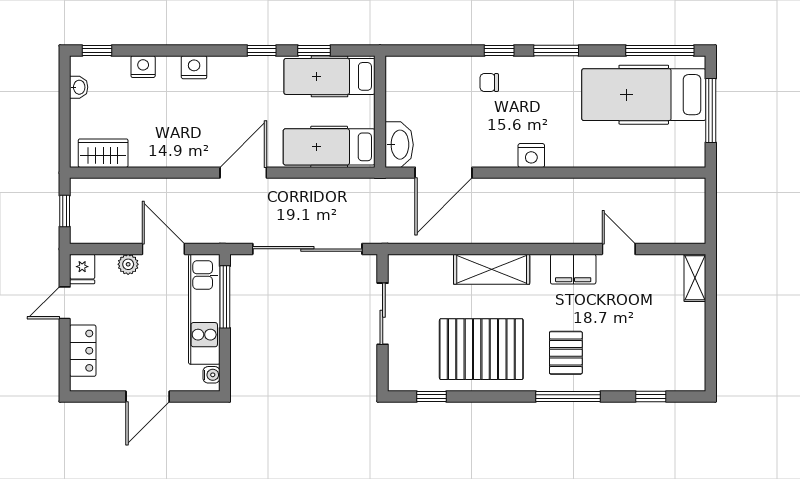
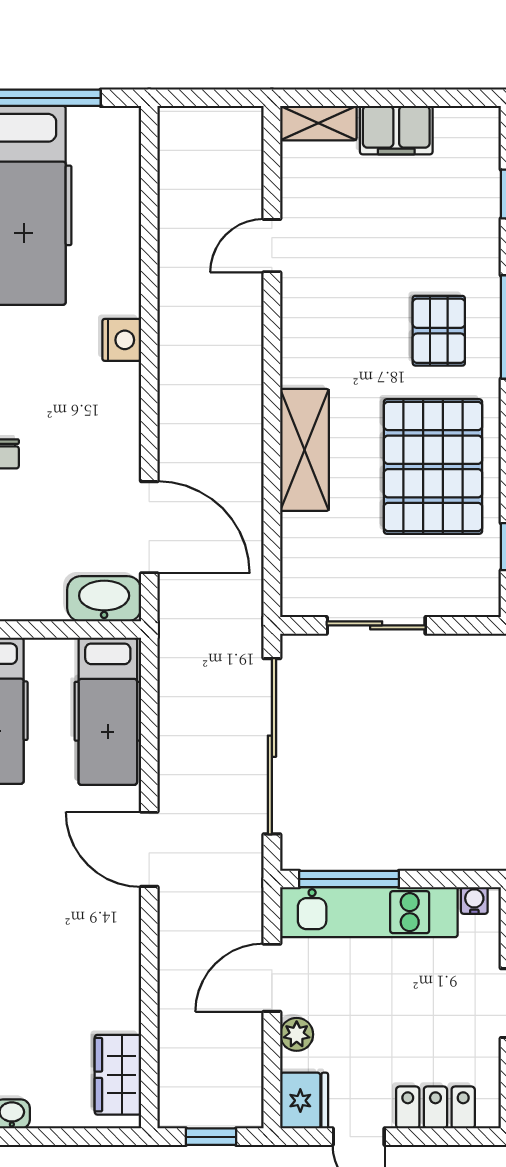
nightstand: (531, 155) -> (122, 340), moved
fridge: (82, 269) -> (304, 1101), width x1.38
filing cabinet: (573, 269) -> (396, 130), moved, turned 90
pallet: (566, 353) -> (439, 331), turned 90

